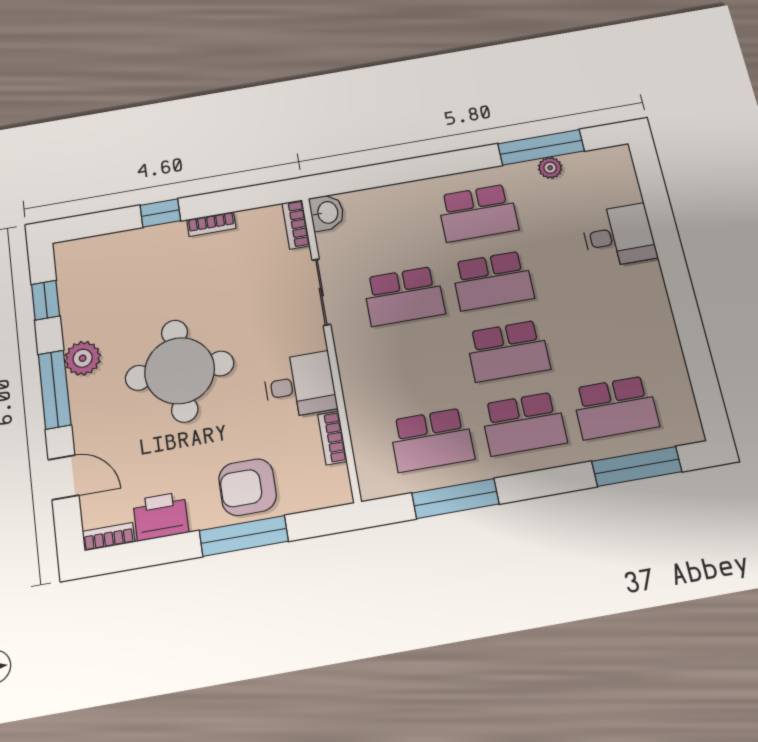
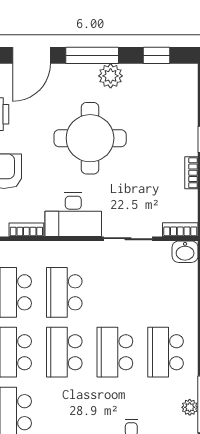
school desk: (404, 296) -> (64, 292), moved
desk: (300, 385) -> (73, 215), width x1.37
door: (63, 477) -> (32, 55), width x1.38

